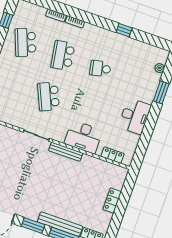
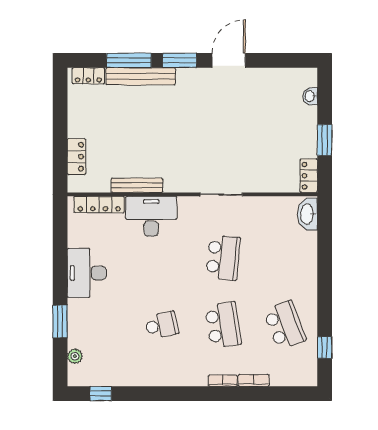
window: (124, 30) -> (101, 394), moved
school desk: (49, 96) -> (223, 258), turned 30
bench: (66, 152) -> (137, 185), moved
locker: (113, 155) -> (99, 205), width x1.53
locker: (112, 200) -> (76, 157), moved

